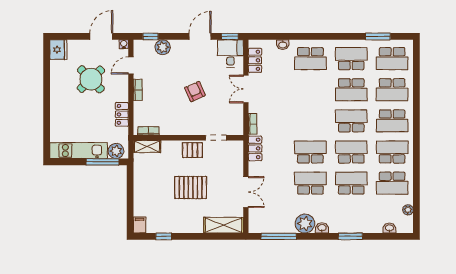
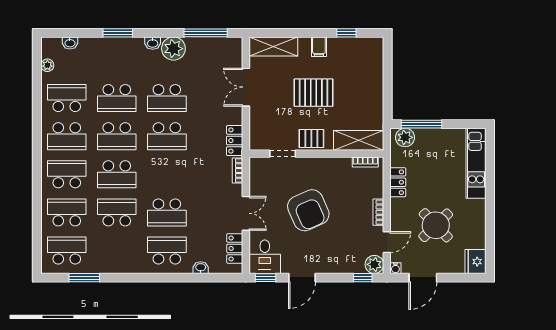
plant: (163, 47) -> (374, 264), moved
school desk: (351, 59) -> (167, 212), moved
armchair: (195, 91) -> (308, 210), width x1.88, depth x1.88
shelving: (147, 146) -> (359, 140), width x1.50, depth x1.33
kitchen unit: (79, 151) -> (476, 163), moved, turned 90
filing cabinet: (140, 225) -> (319, 47), moved

